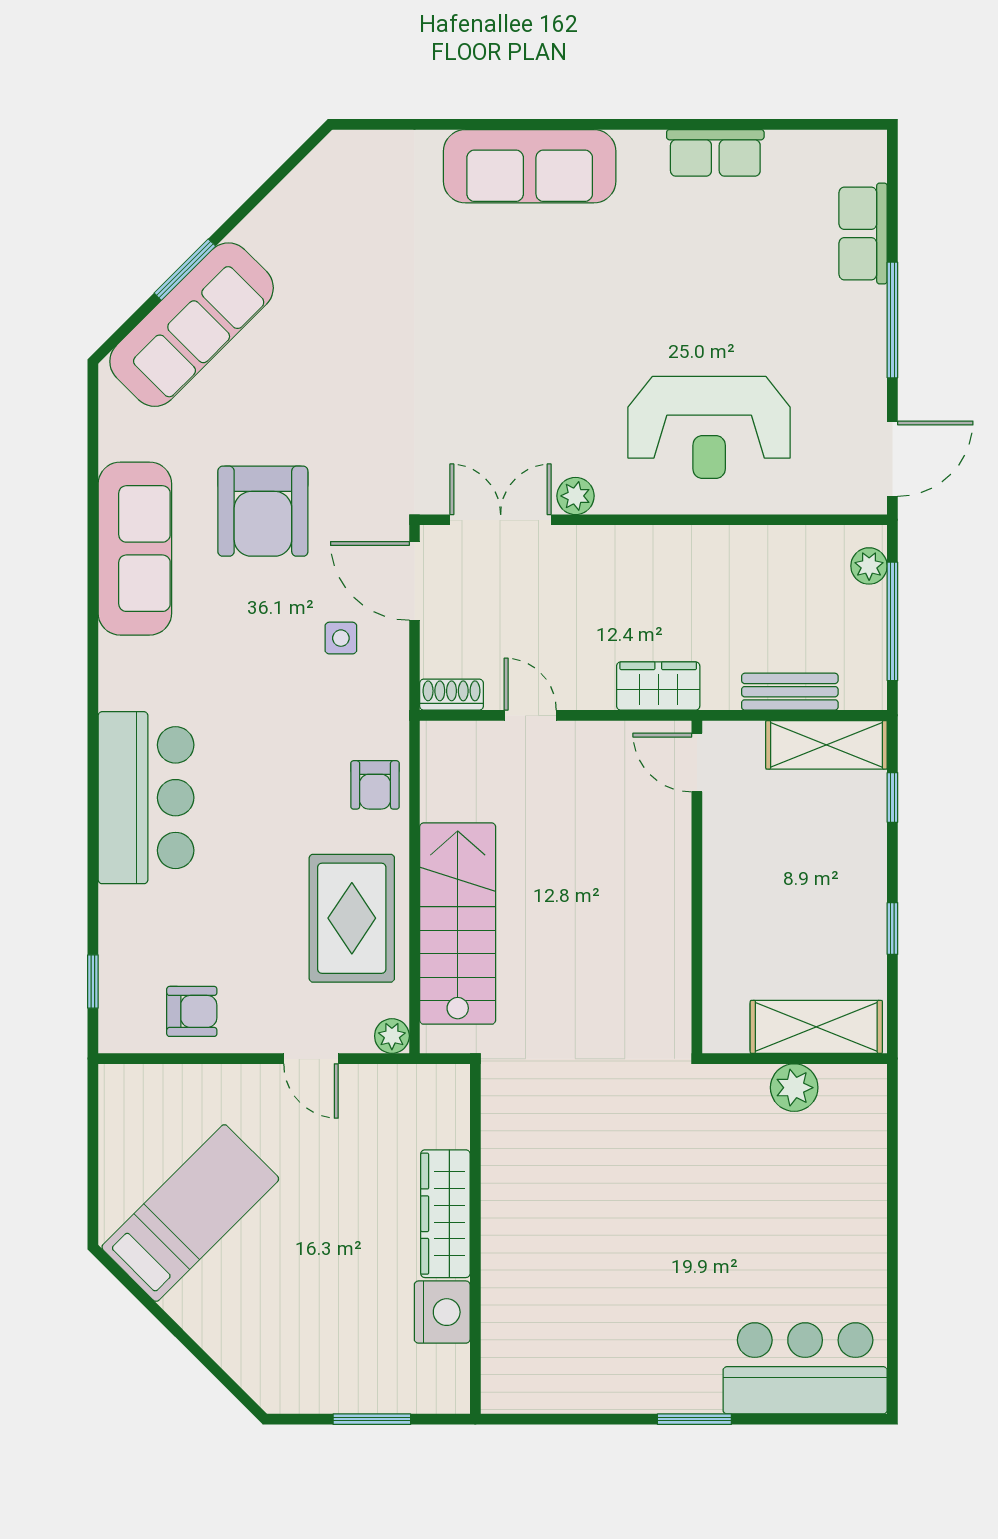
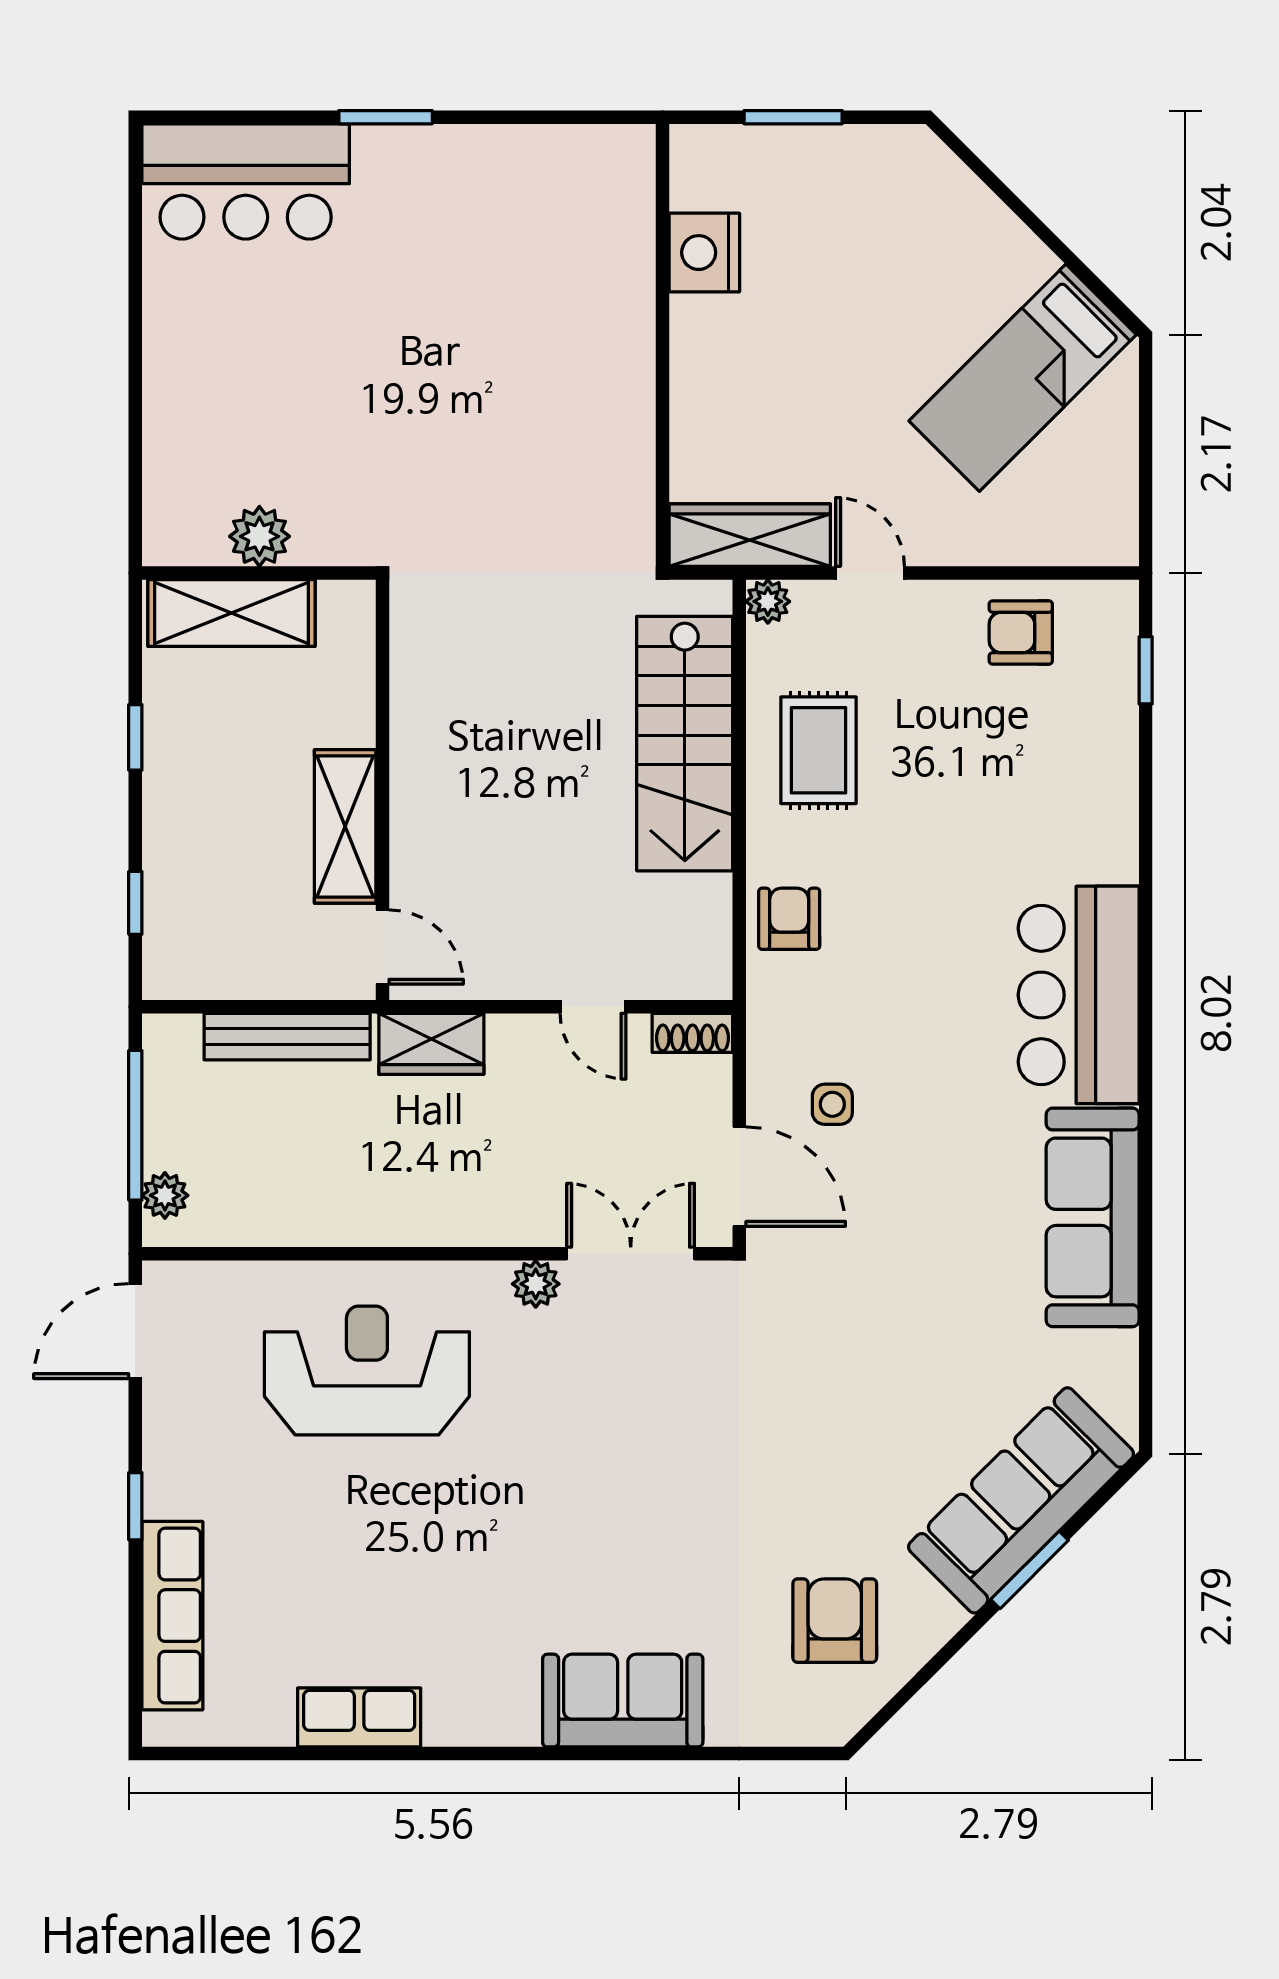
sofa: (530, 166) -> (623, 1701), width x0.73
row of seats: (863, 233) -> (172, 1616), width x1.48
window: (892, 320) -> (135, 1506), width x0.46
armchair: (263, 511) -> (835, 1621), moved, width x0.73, depth x0.73
double door: (501, 520) -> (631, 1254), swing flipped
bench: (790, 692) -> (287, 1037), width x1.36
shelving: (826, 745) -> (345, 826), moved, turned 90
bar counter: (146, 798) -> (1079, 995), moved
rug: (352, 918) -> (819, 750), width x0.73, depth x0.70
wardrobe: (445, 1214) -> (750, 535), moved, turned -90

